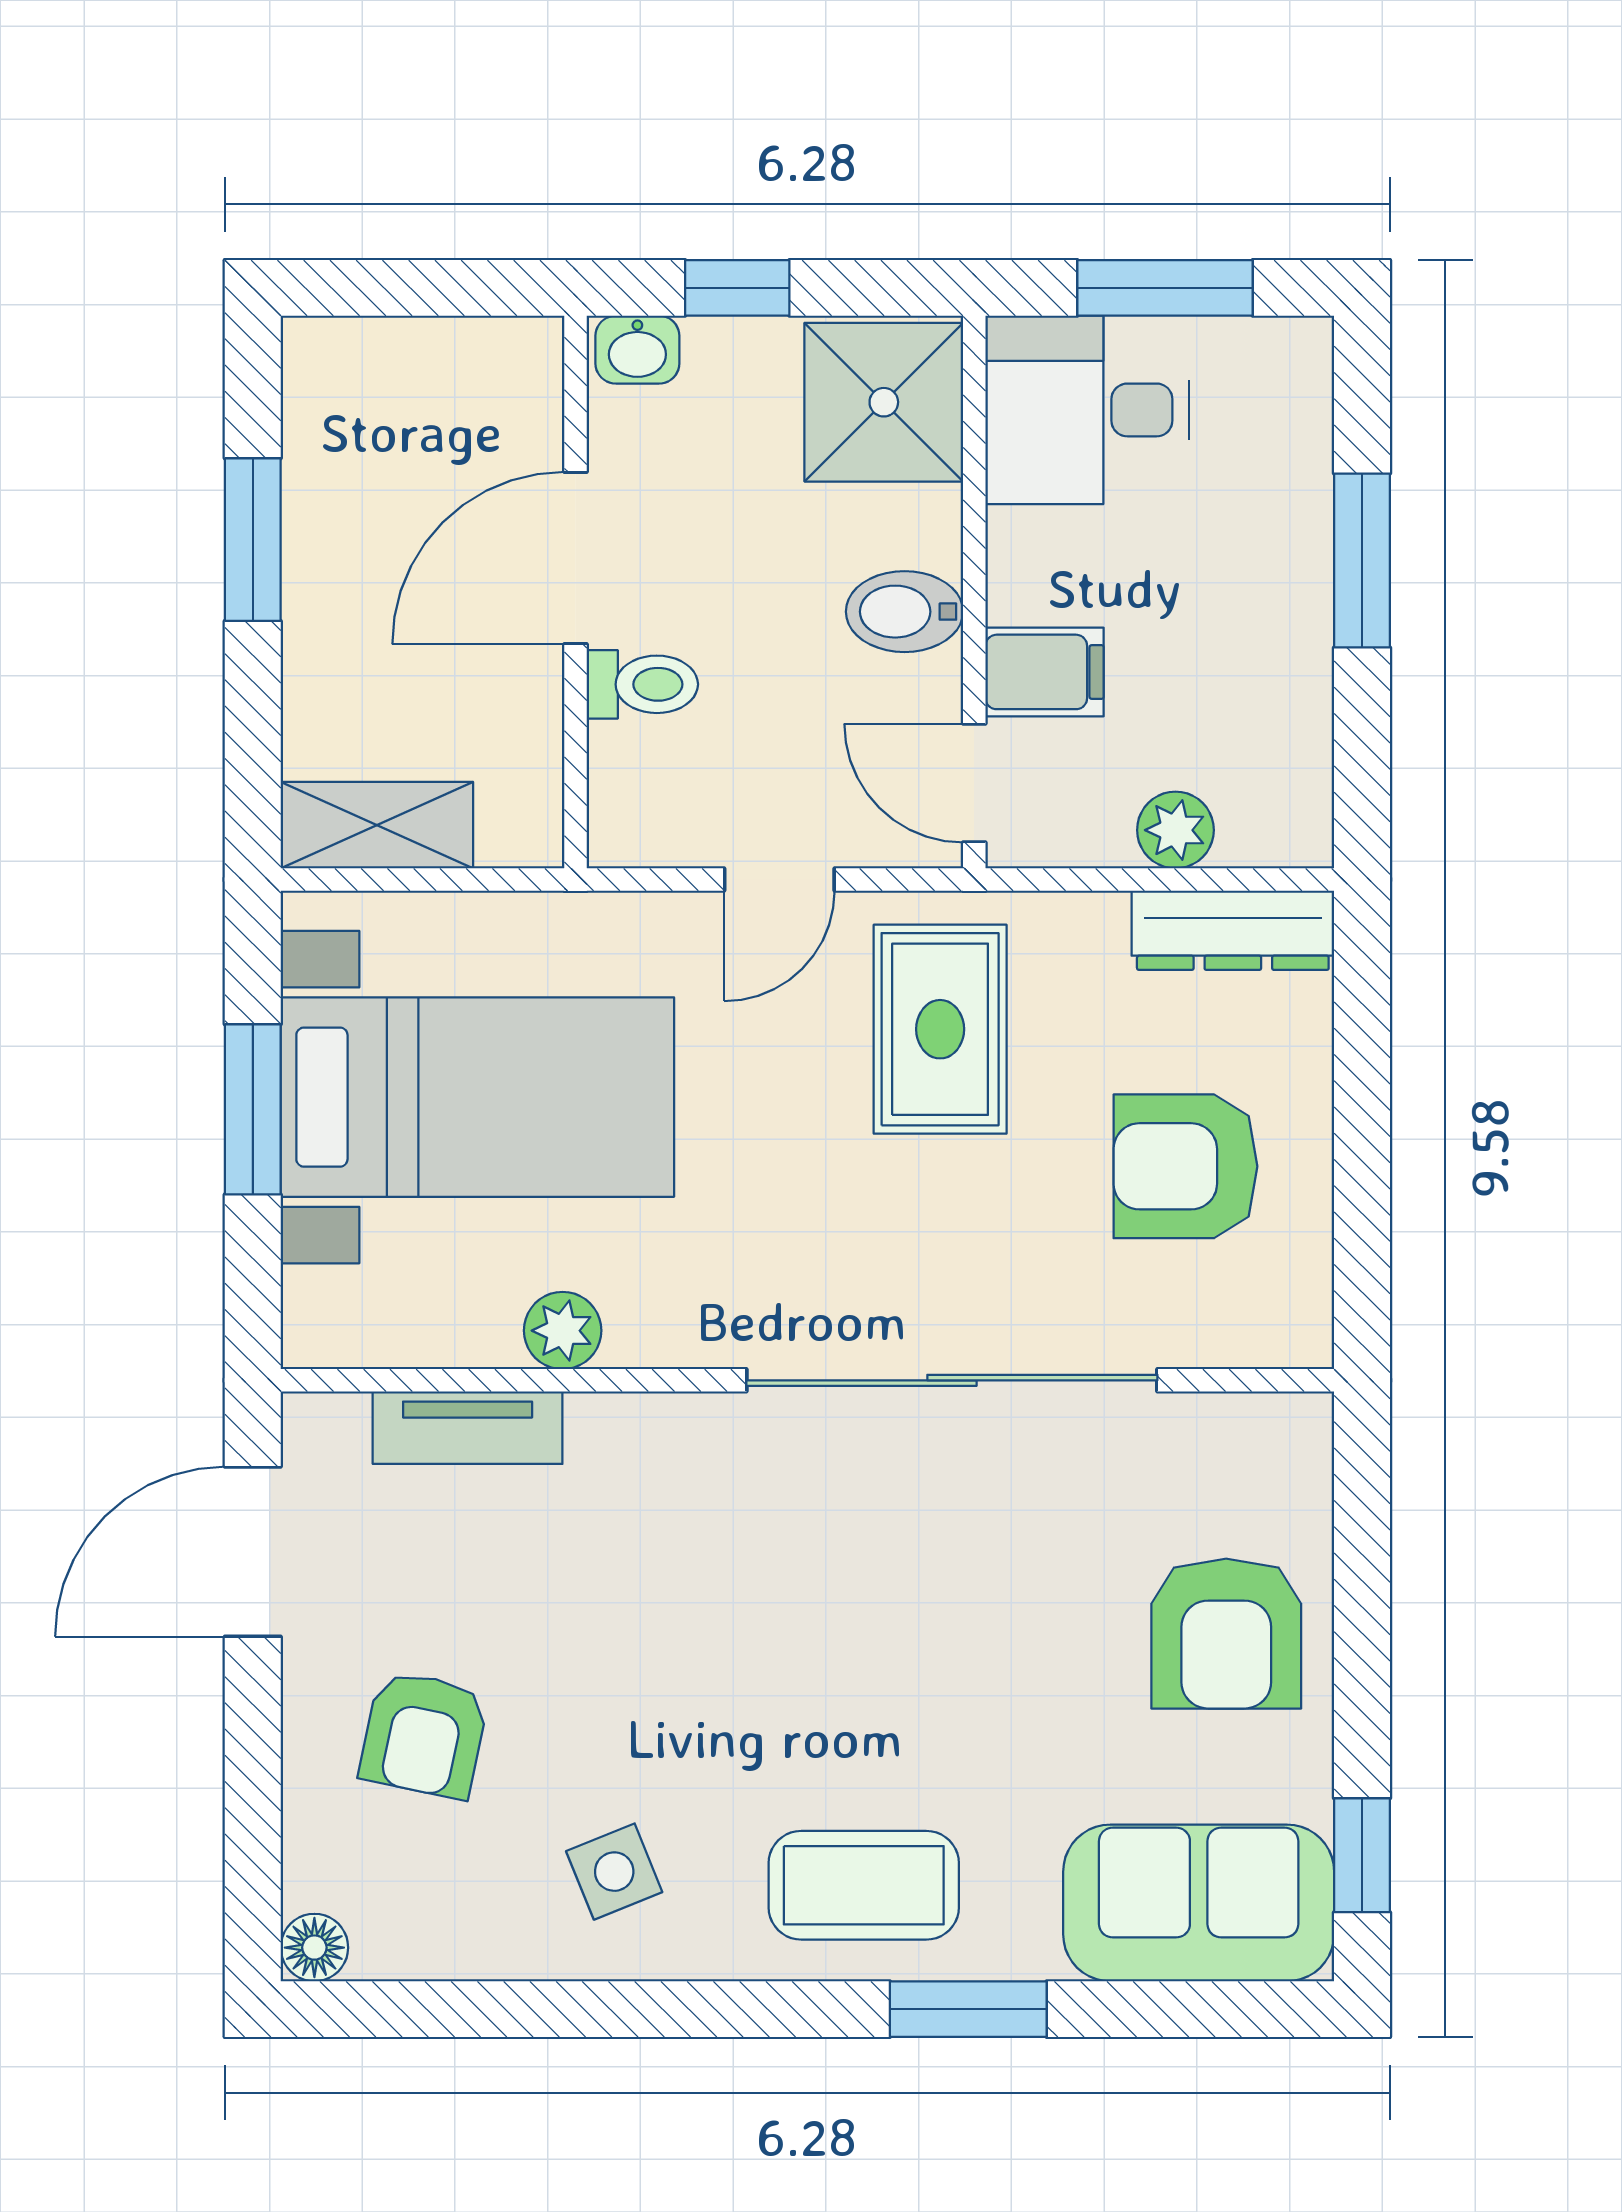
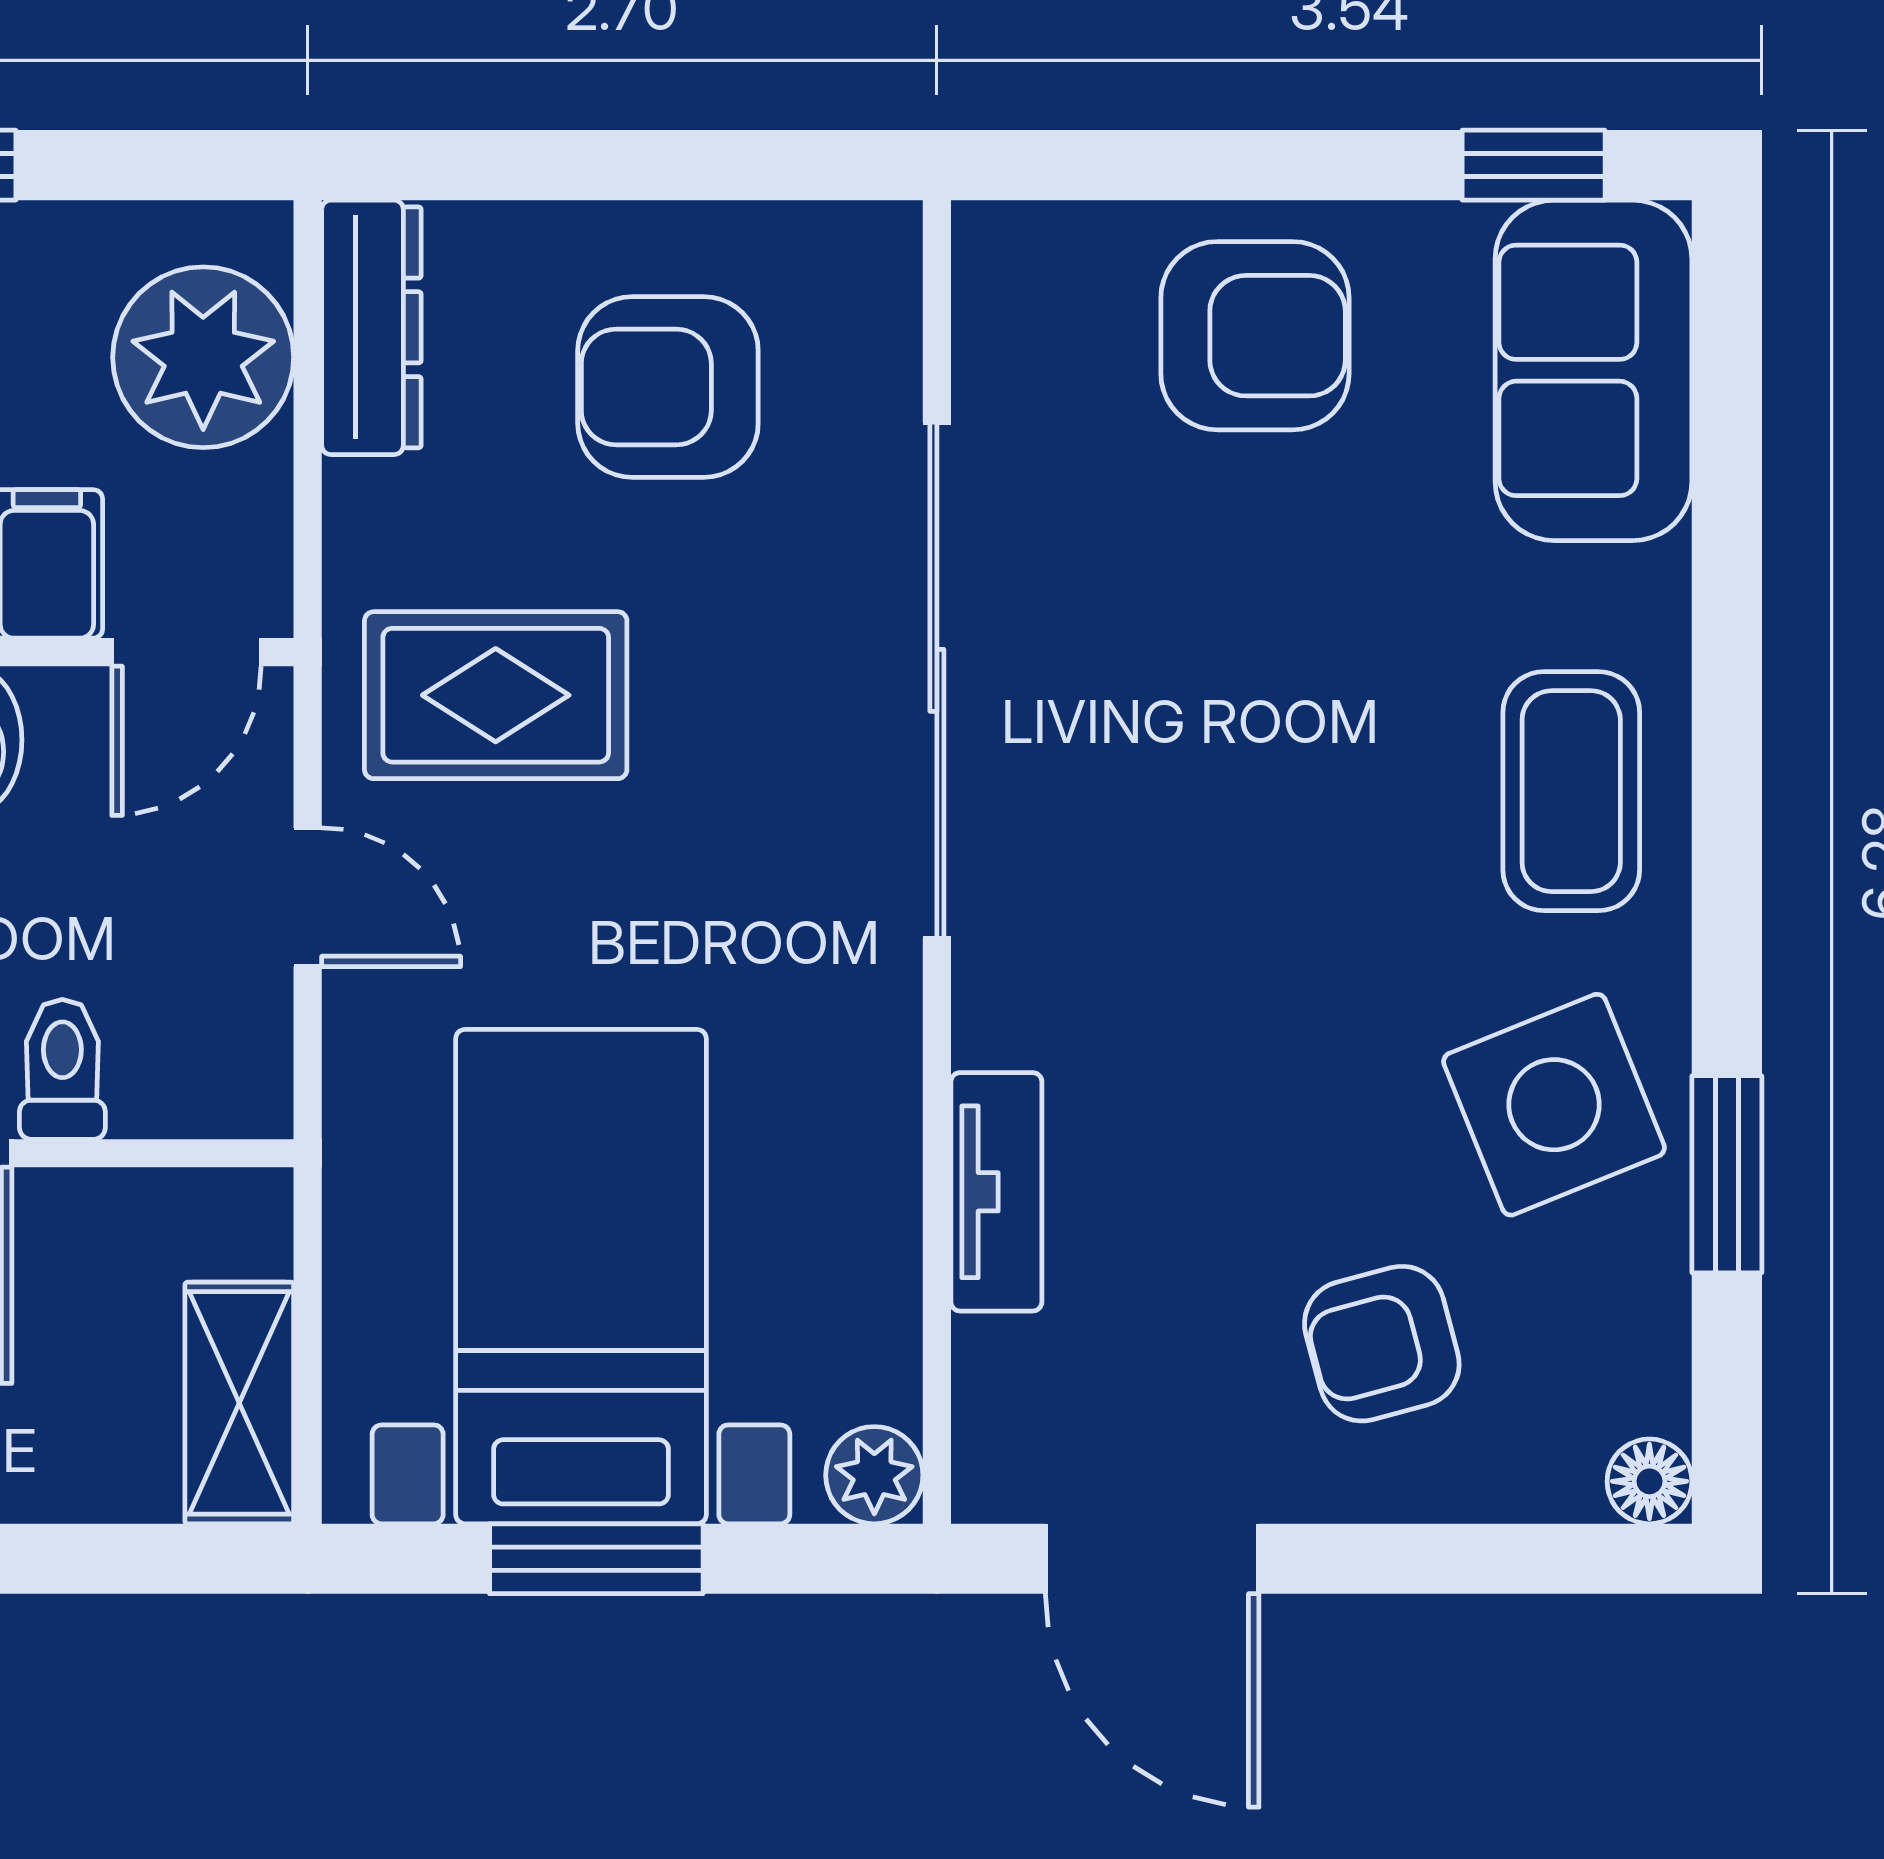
plant: (1175, 830) -> (203, 357), width x1.87, depth x1.87
armchair: (1185, 1166) -> (668, 387), turned 90
plant: (563, 1331) -> (874, 1475), moved
tv unit: (468, 1428) -> (996, 1192), moved
armchair: (424, 1734) -> (1382, 1344), turned 153
side table: (614, 1872) -> (1554, 1105), width x1.87, depth x1.87
window: (968, 2009) -> (1727, 1174), moved

